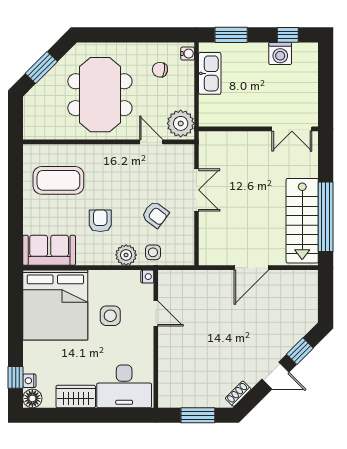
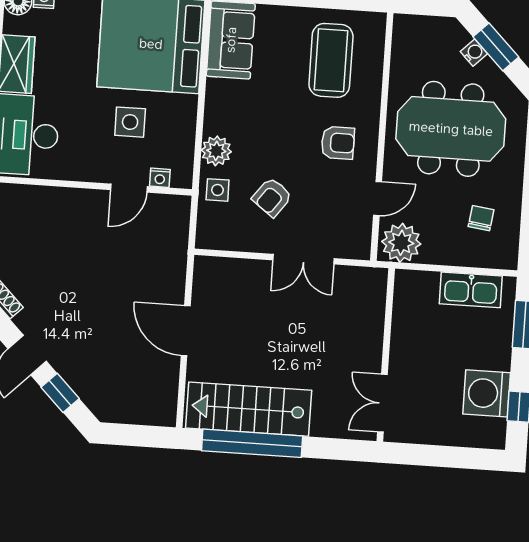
washing machine: (280, 53) -> (487, 393), width x1.37, depth x1.37
water cooler: (188, 54) -> (474, 53), moved, turned -135
armchair: (100, 221) -> (338, 143), moved
nightstand: (147, 277) -> (160, 178), moved

